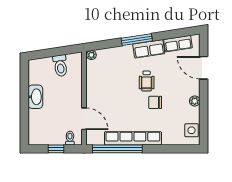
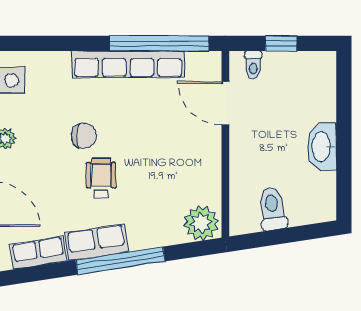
window: (137, 40) -> (120, 261), width x1.46
plant: (91, 55) -> (201, 223), width x1.88, depth x1.88

